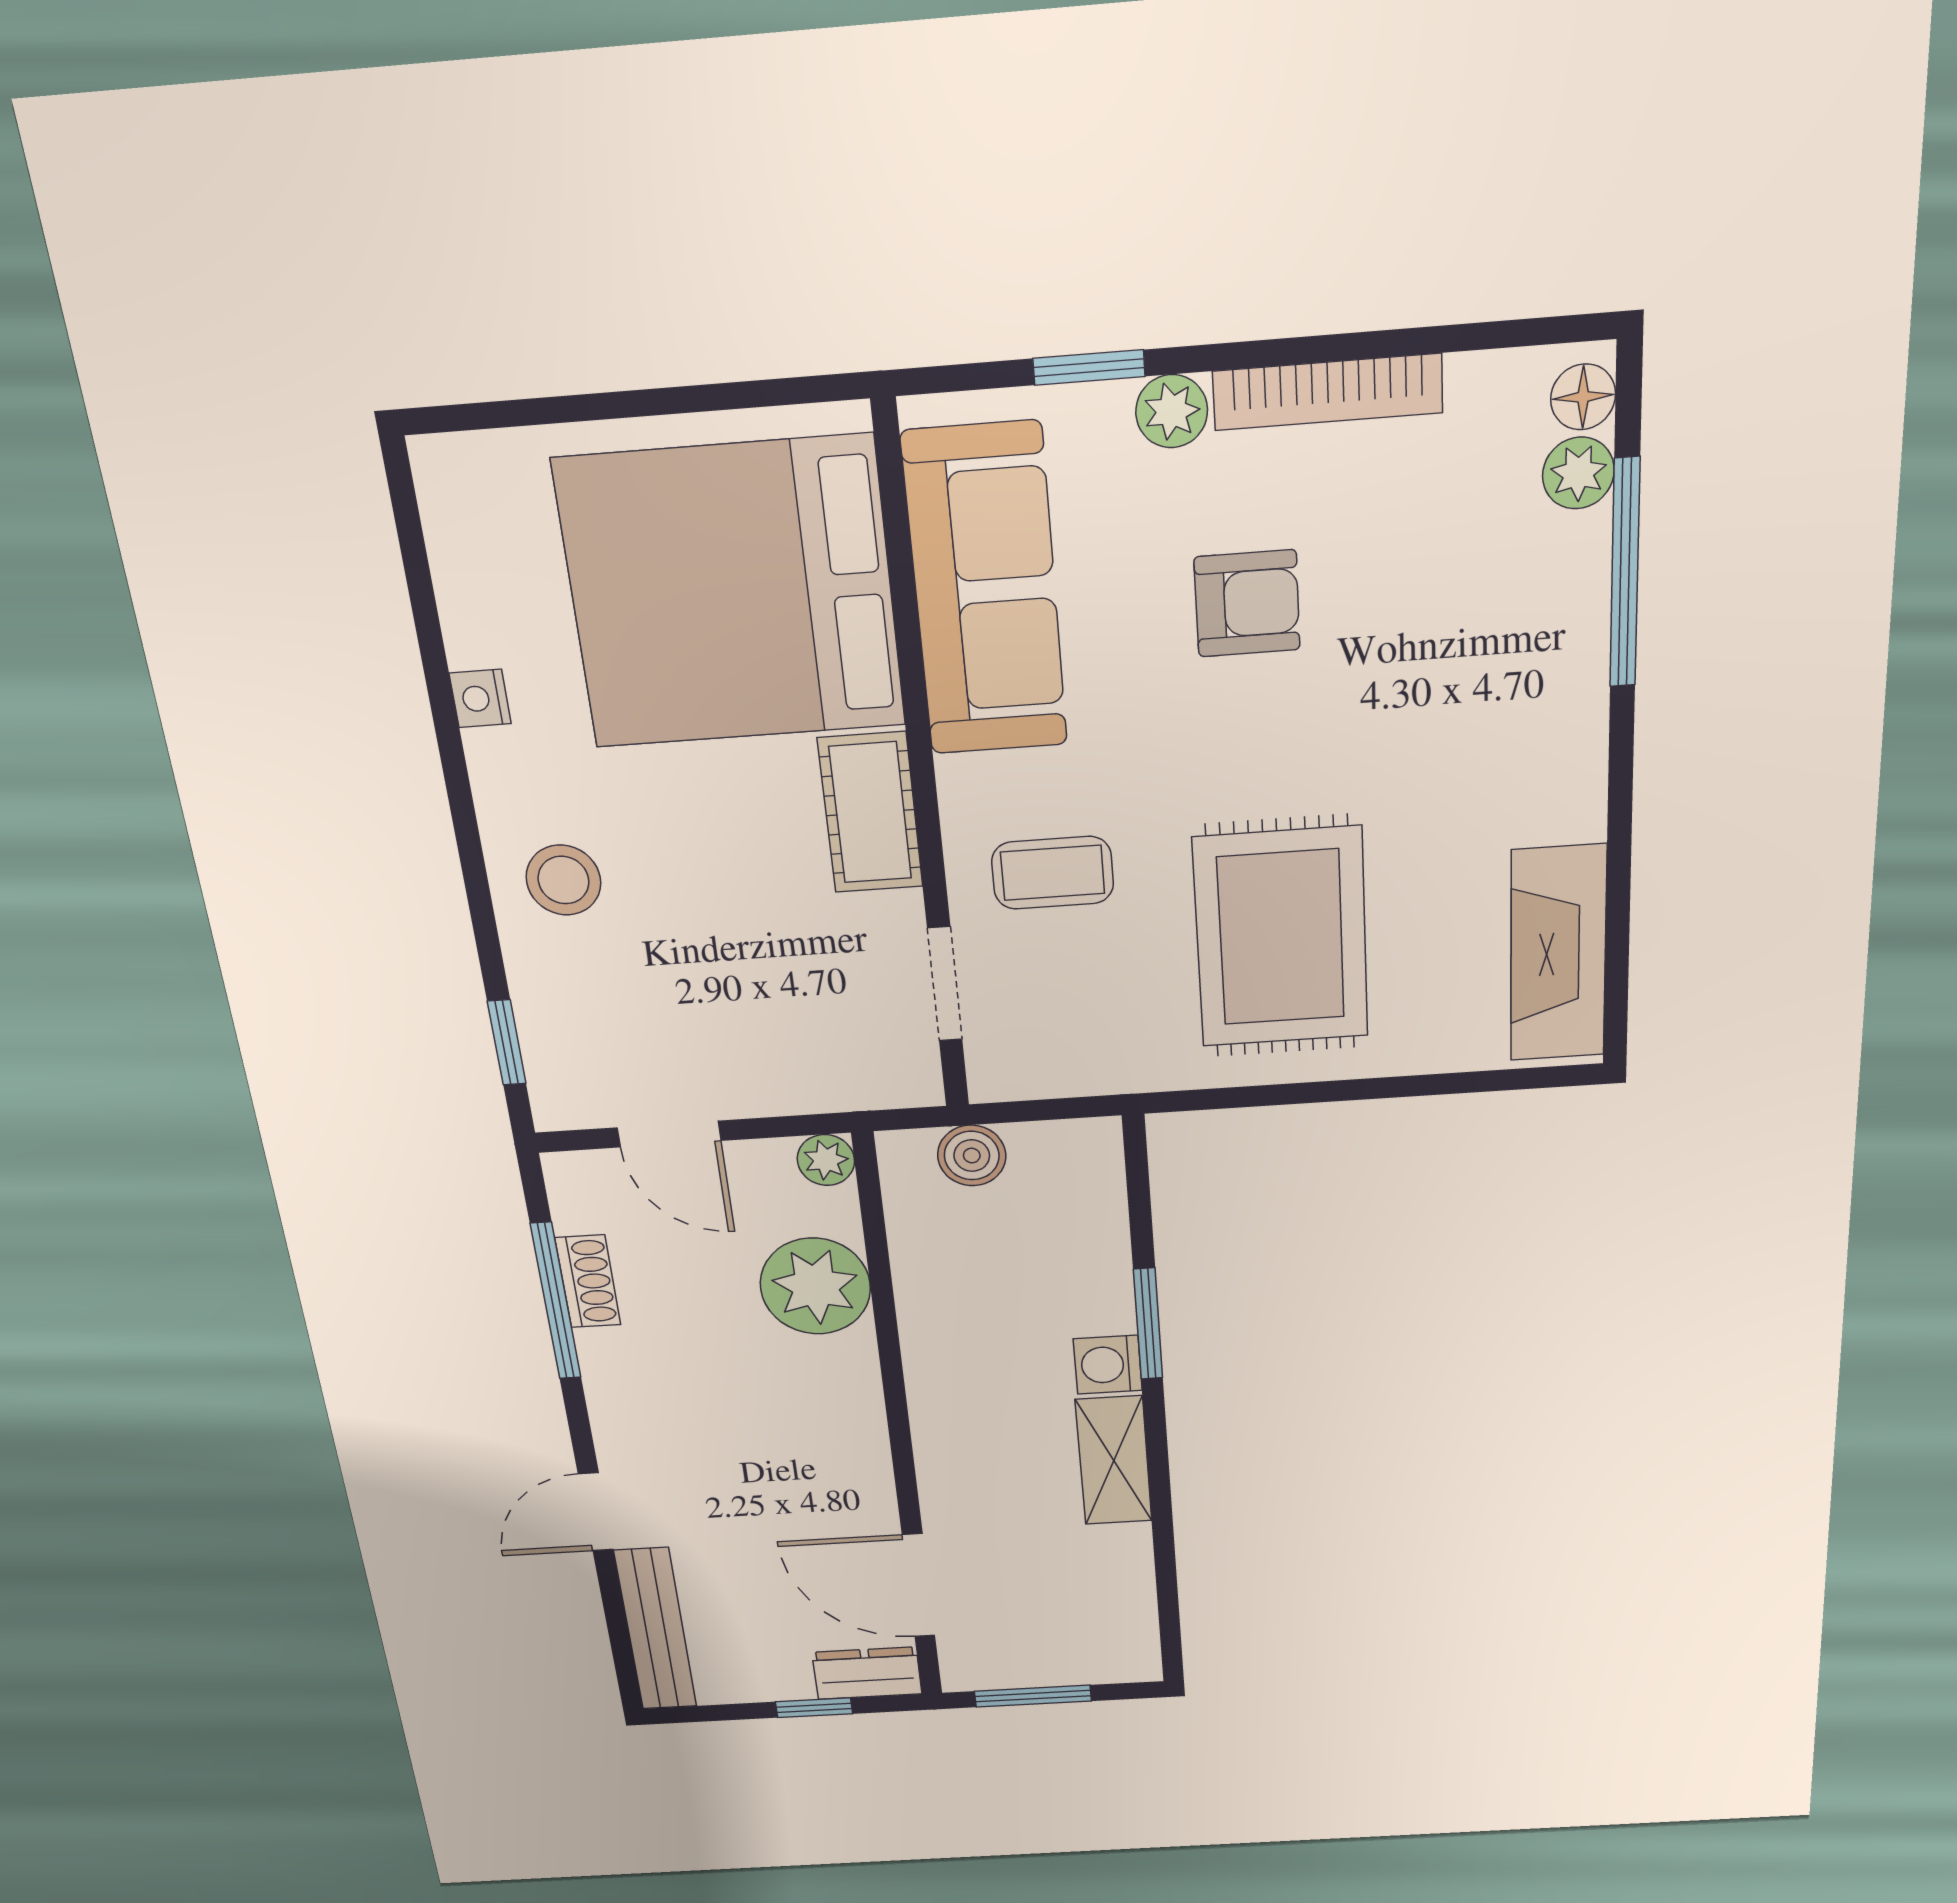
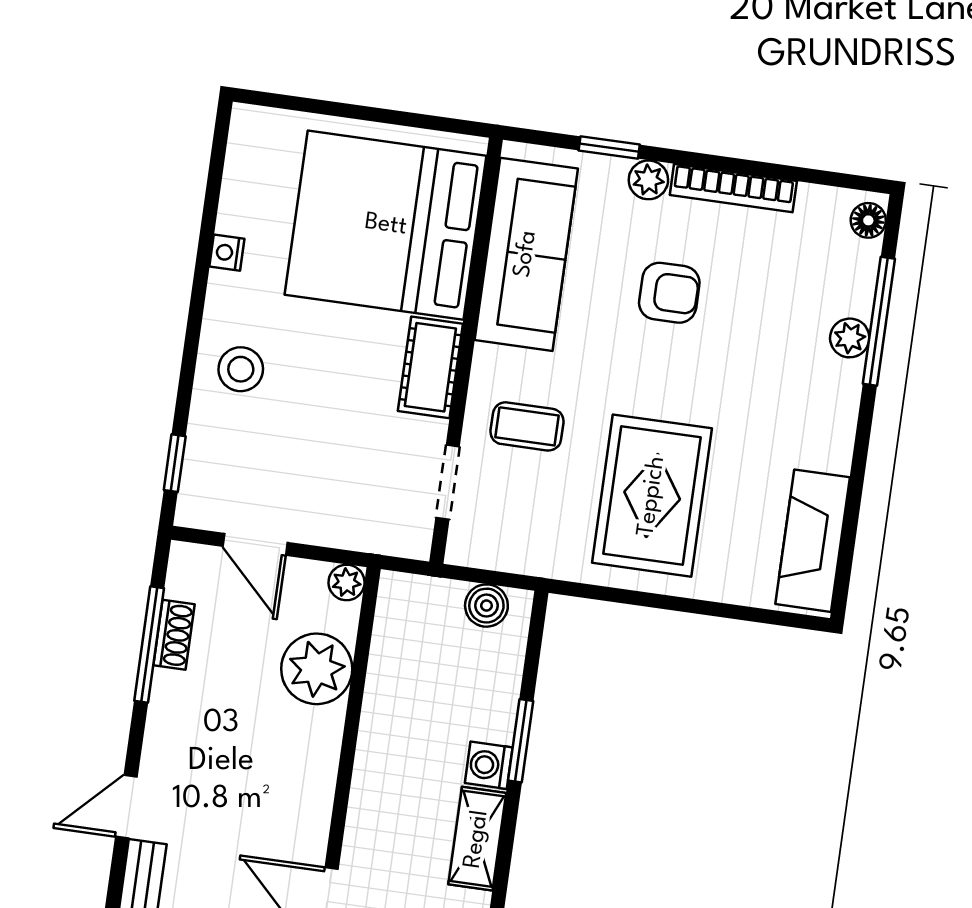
plant: (1578, 473) -> (850, 338), moved
boiler: (972, 1156) -> (486, 606), moved

